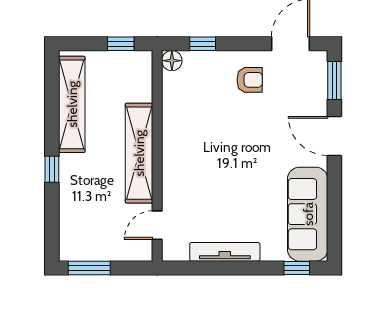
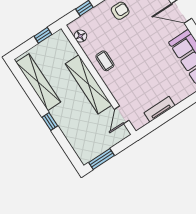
floor lamp: (172, 61) -> (80, 36), moved
coffee table: (183, 135) -> (105, 61), added
tv unit: (225, 252) -> (159, 109), width x0.71

